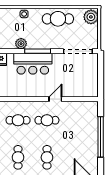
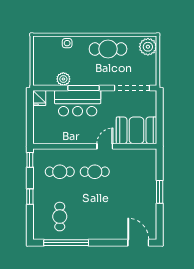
booth: (81, 86) -> (137, 130), added
window: (101, 137) -> (160, 192), width x0.47
cafe table: (47, 157) -> (95, 217), removed

